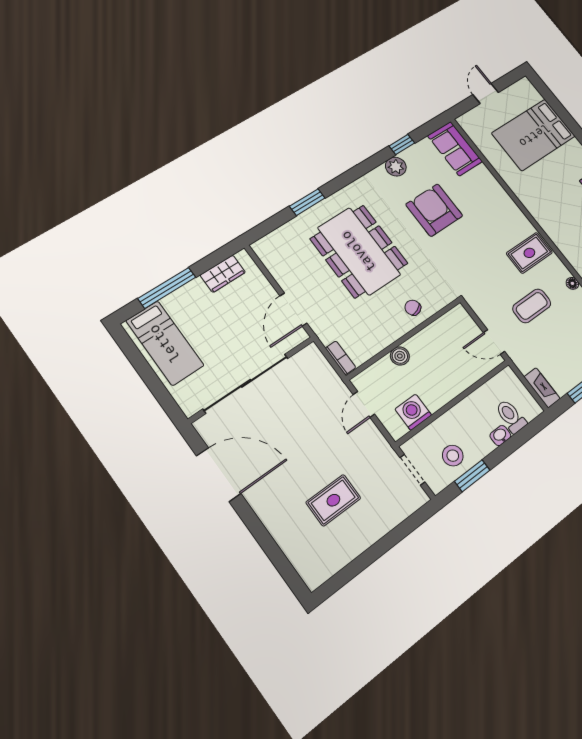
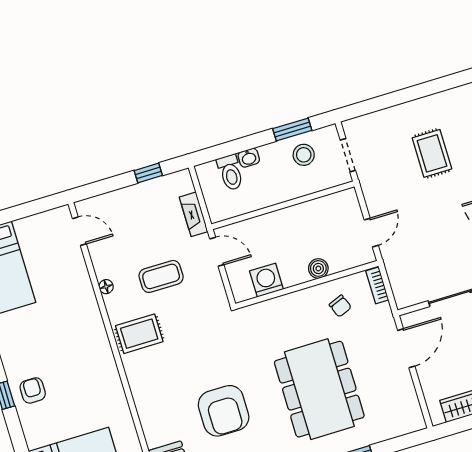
chair: (413, 308) -> (340, 306), moved
fireplace: (542, 388) -> (194, 214), moved
washing machine: (413, 412) -> (266, 280), moved, turned 180
rug: (333, 500) -> (432, 153), turned 90

